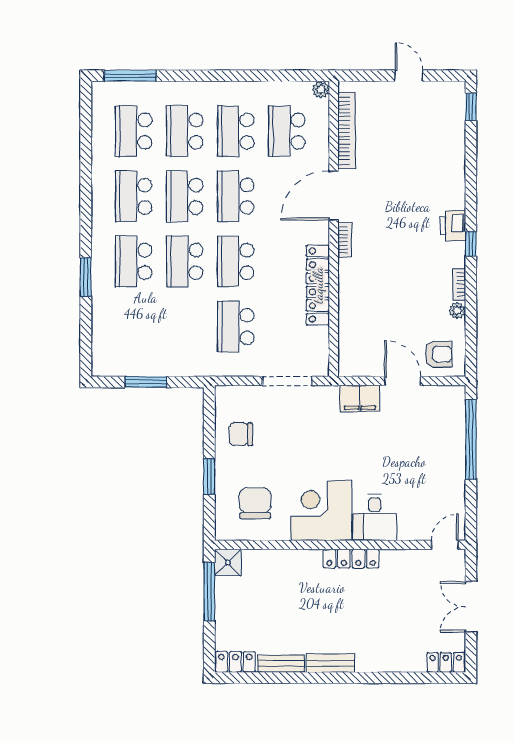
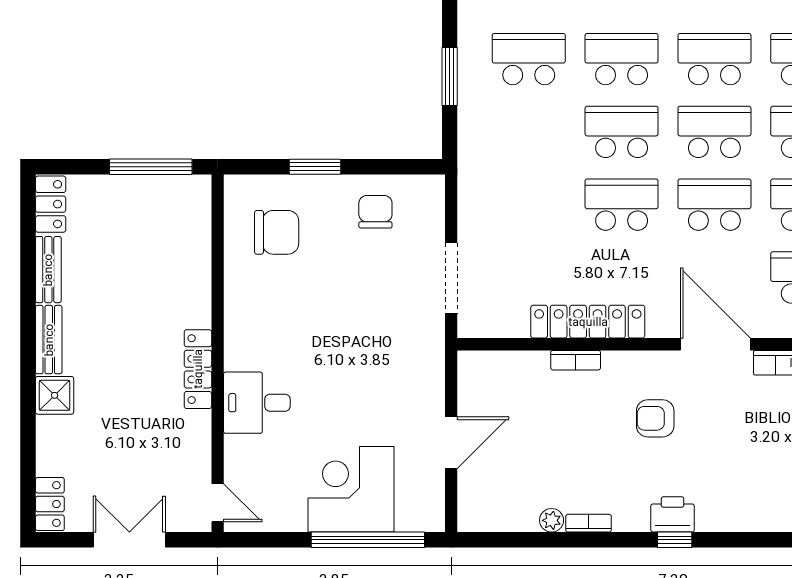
bookcase: (345, 240) -> (576, 360), moved
window: (471, 244) -> (675, 540), moved
school desk: (236, 327) -> (529, 59), moved
armchair: (439, 354) -> (655, 418), moved, turned 90
filing cabinet: (360, 398) -> (426, 382), removed
corner desk: (321, 510) -> (351, 489), moved, turned -90
shower: (228, 562) -> (55, 395), moved

